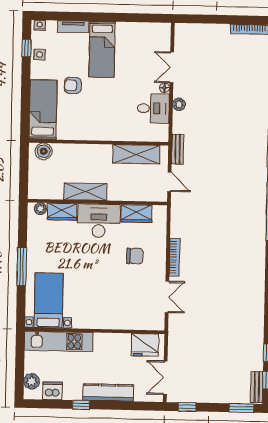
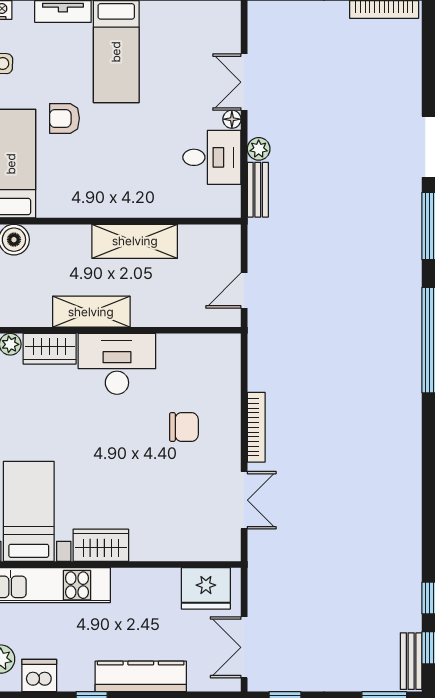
bench: (178, 149) -> (258, 190), moved
shelving: (136, 154) -> (135, 241), moved
door: (169, 182) -> (244, 290), swing flipped
wardrobe: (137, 214) -> (101, 545), moved, turned 180

